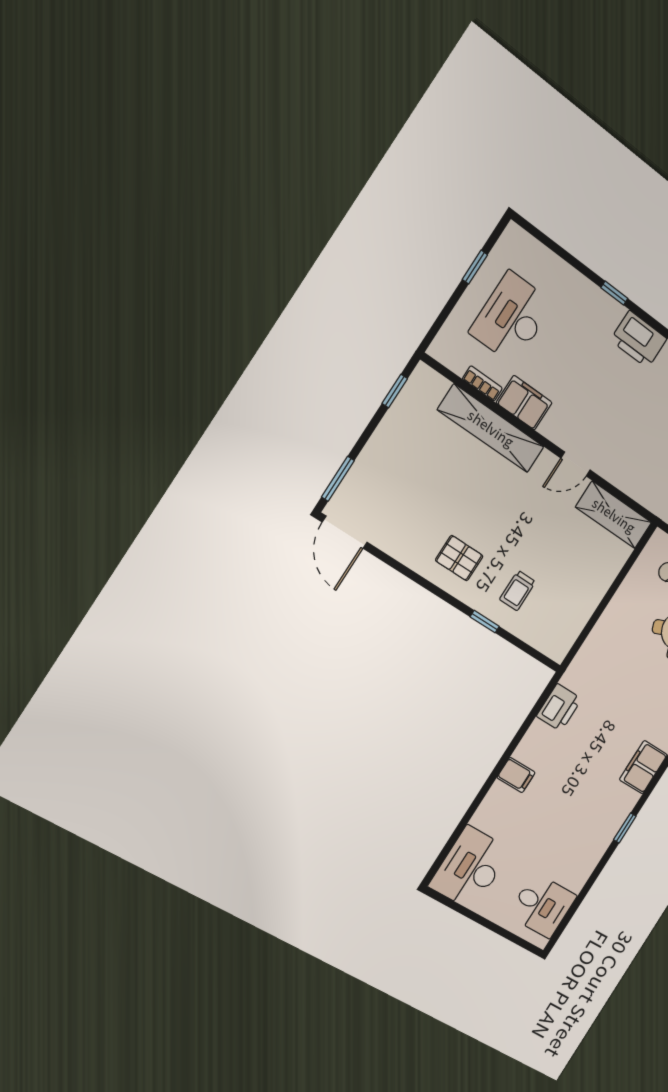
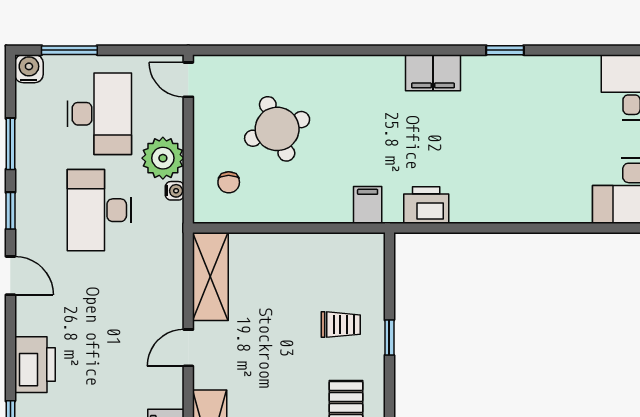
door: (576, 464) -> (188, 348), swing flipped
filing cabinet: (516, 775) -> (368, 205), moved

